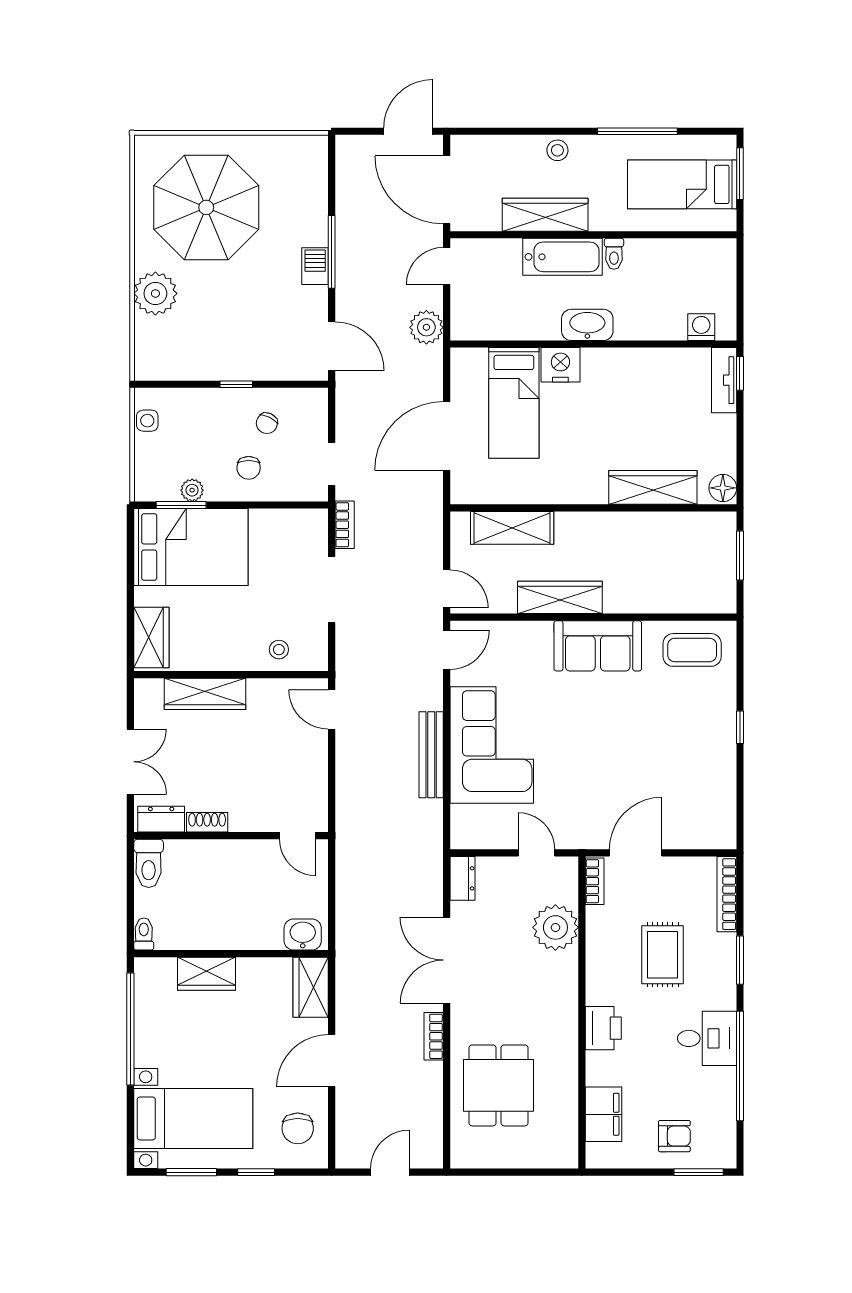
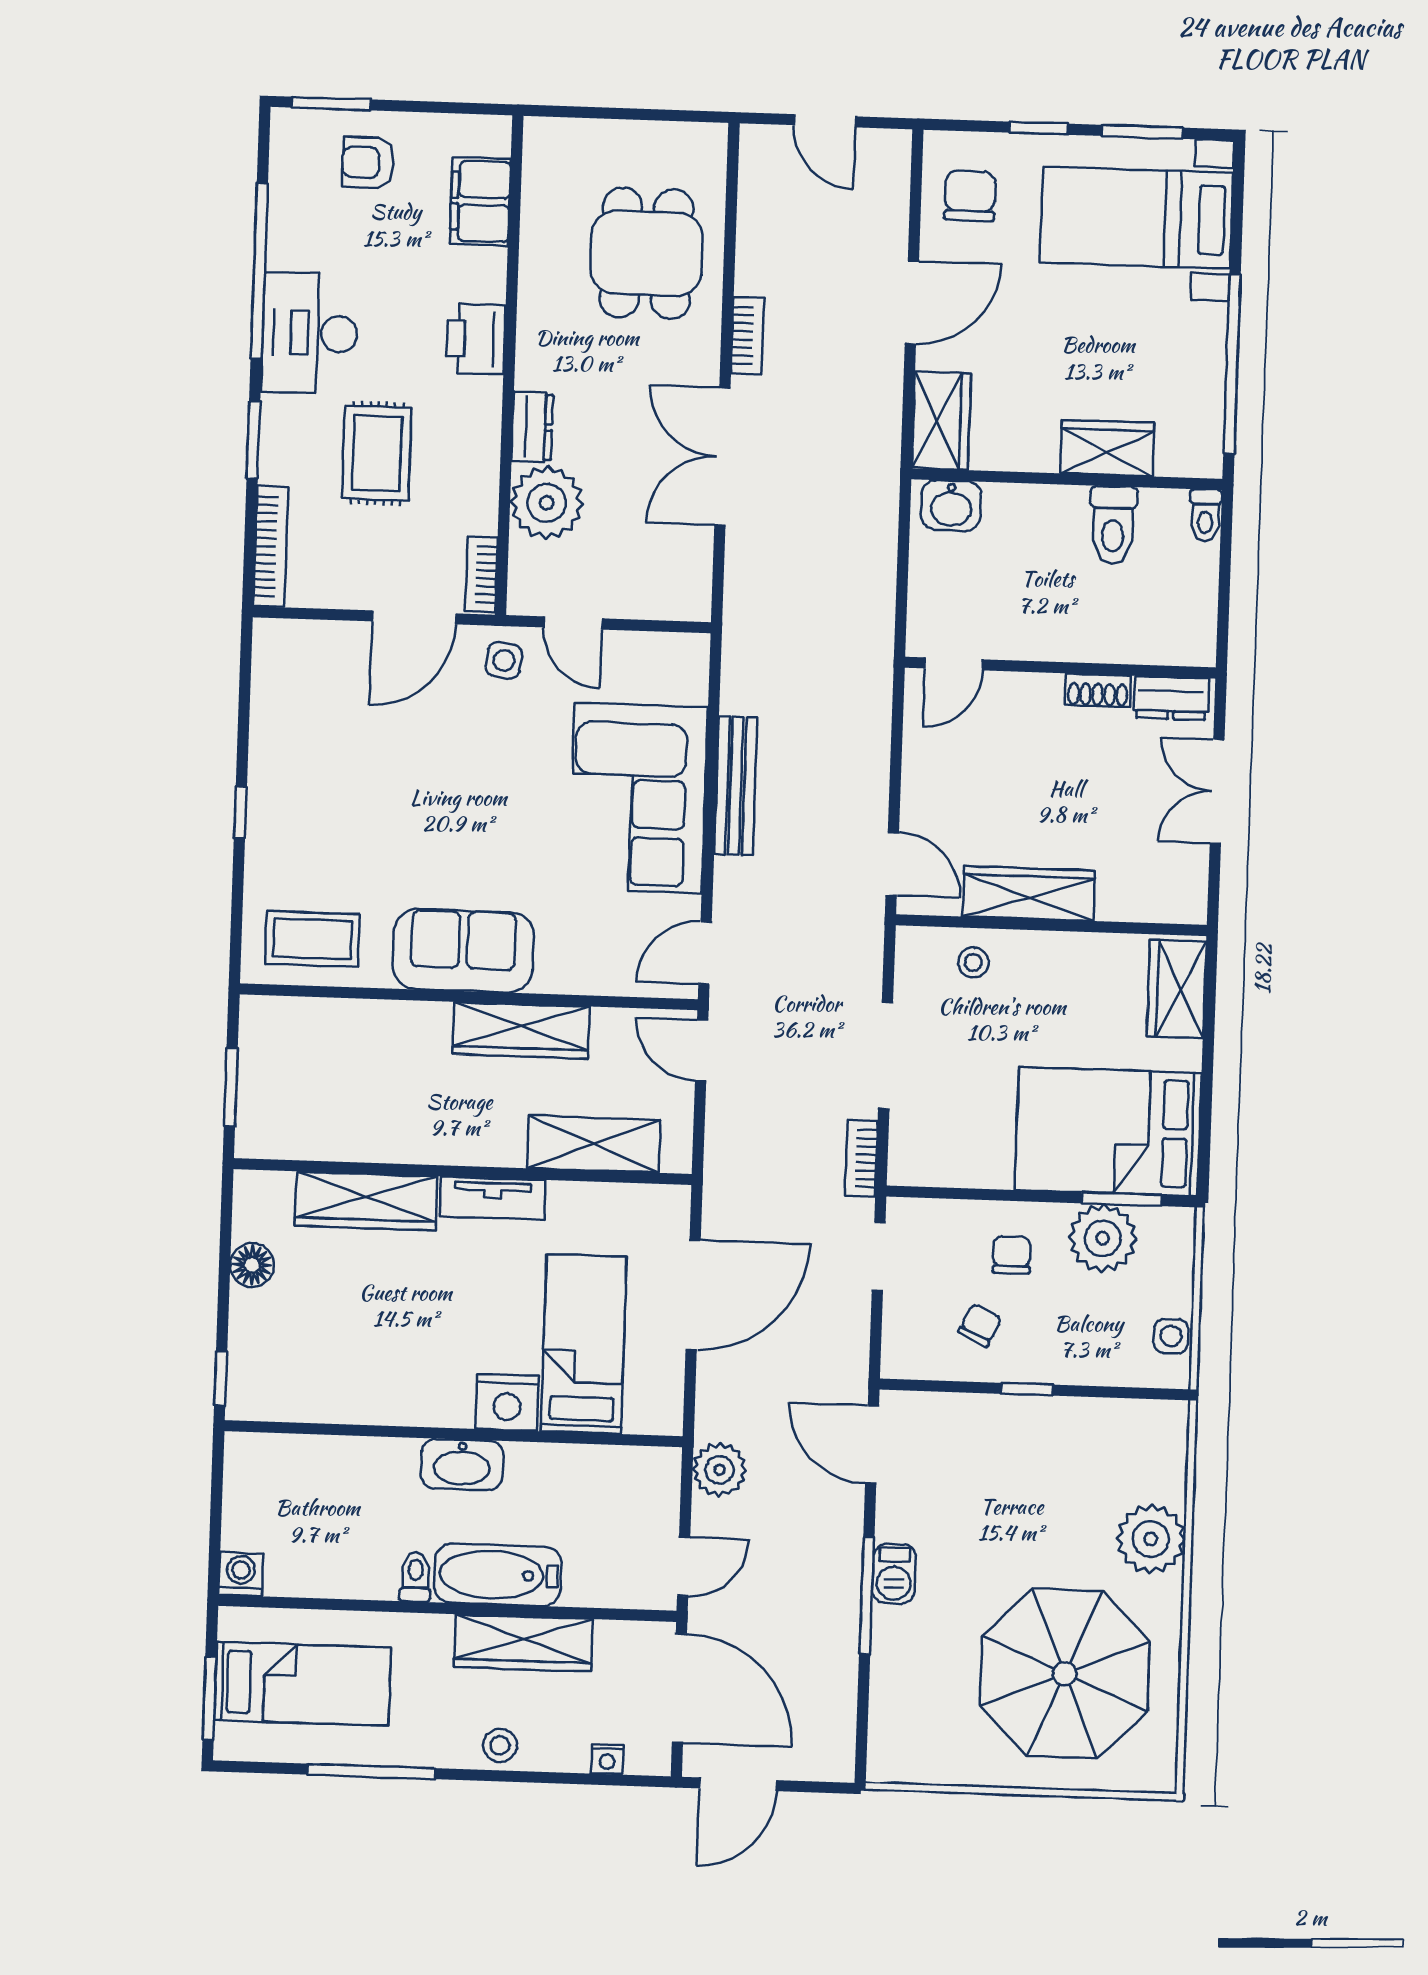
nightstand: (490, 144) -> (607, 1759), added
washing machine: (701, 327) -> (241, 1574), moved, turned 180
tv unit: (724, 380) -> (493, 1198), moved, turned 90
floor lamp: (723, 488) -> (252, 1265), moved
plant: (192, 490) -> (1103, 1238), width x1.87, depth x1.87
wardrobe: (205, 694) -> (1029, 894), moved
side table: (579, 828) -> (504, 660), added
door: (298, 836) -> (954, 664), swing flipped
toilet: (149, 863) -> (1113, 525), moved, turned 180
dresser: (462, 878) -> (532, 427), moved, turned 180
double door: (447, 960) -> (722, 457), swing flipped
desk: (707, 1038) -> (310, 333), width x1.37
door: (390, 1172) -> (825, 121), hinge flipped

